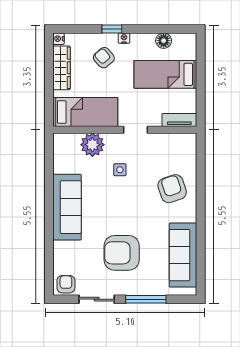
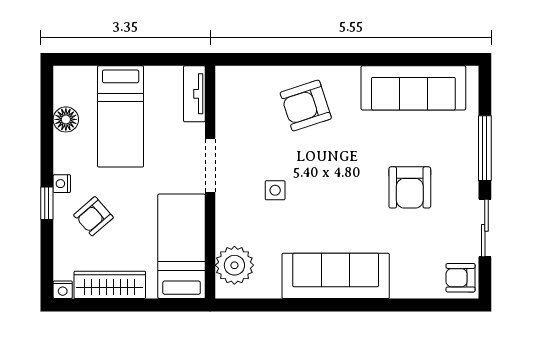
doorway: (135, 130) -> (210, 165), width x1.38
plant: (92, 145) -> (234, 265), moved
armchair: (122, 253) -> (410, 187), width x0.73, depth x0.73

